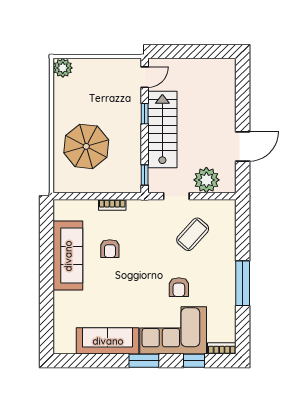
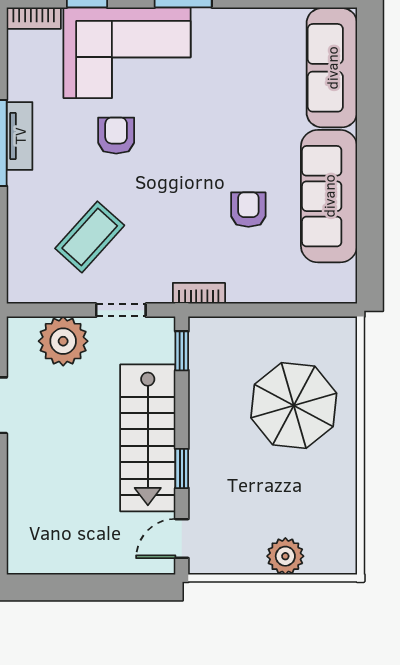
plant: (63, 68) -> (285, 556), moved
bookcase: (112, 205) -> (199, 293), moved
tv unit: (229, 287) -> (20, 136), added
sofa: (108, 341) -> (332, 68), moved, turned 90

